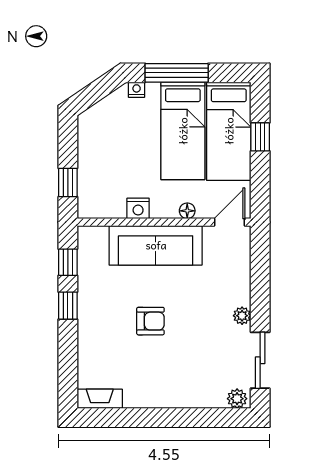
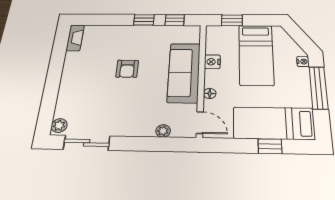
bed: (183, 131) -> (256, 55), moved, turned -90
plant: (242, 316) -> (163, 131), moved

